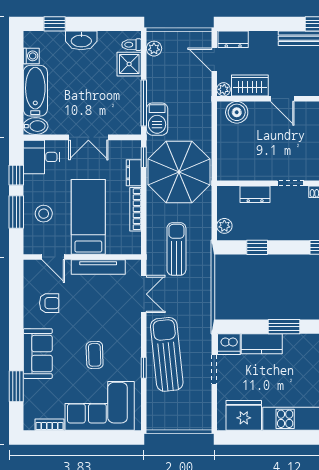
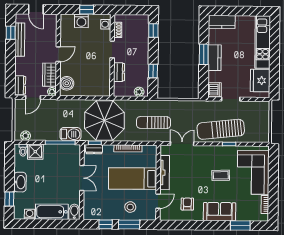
desk: (42, 157) -> (94, 208), removed
dresser: (134, 173) -> (94, 149), moved
kitchen counter: (262, 344) -> (215, 58), moved

